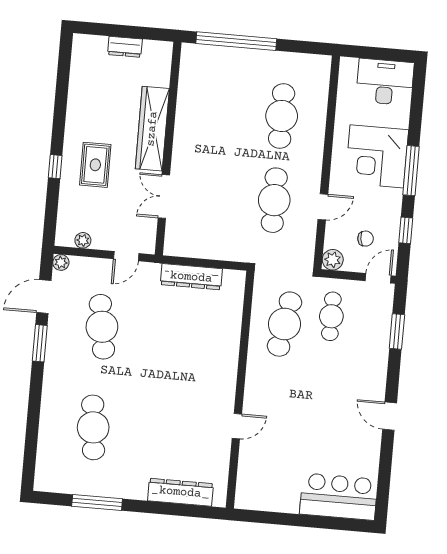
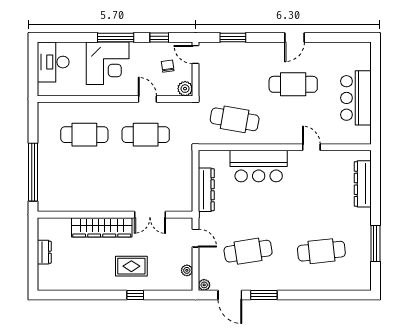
cafe table: (331, 316) -> (293, 84), moved, width x1.37, depth x1.35
bar counter: (217, 351) -> (259, 166), added
bar counter: (339, 497) -> (356, 98), moved

